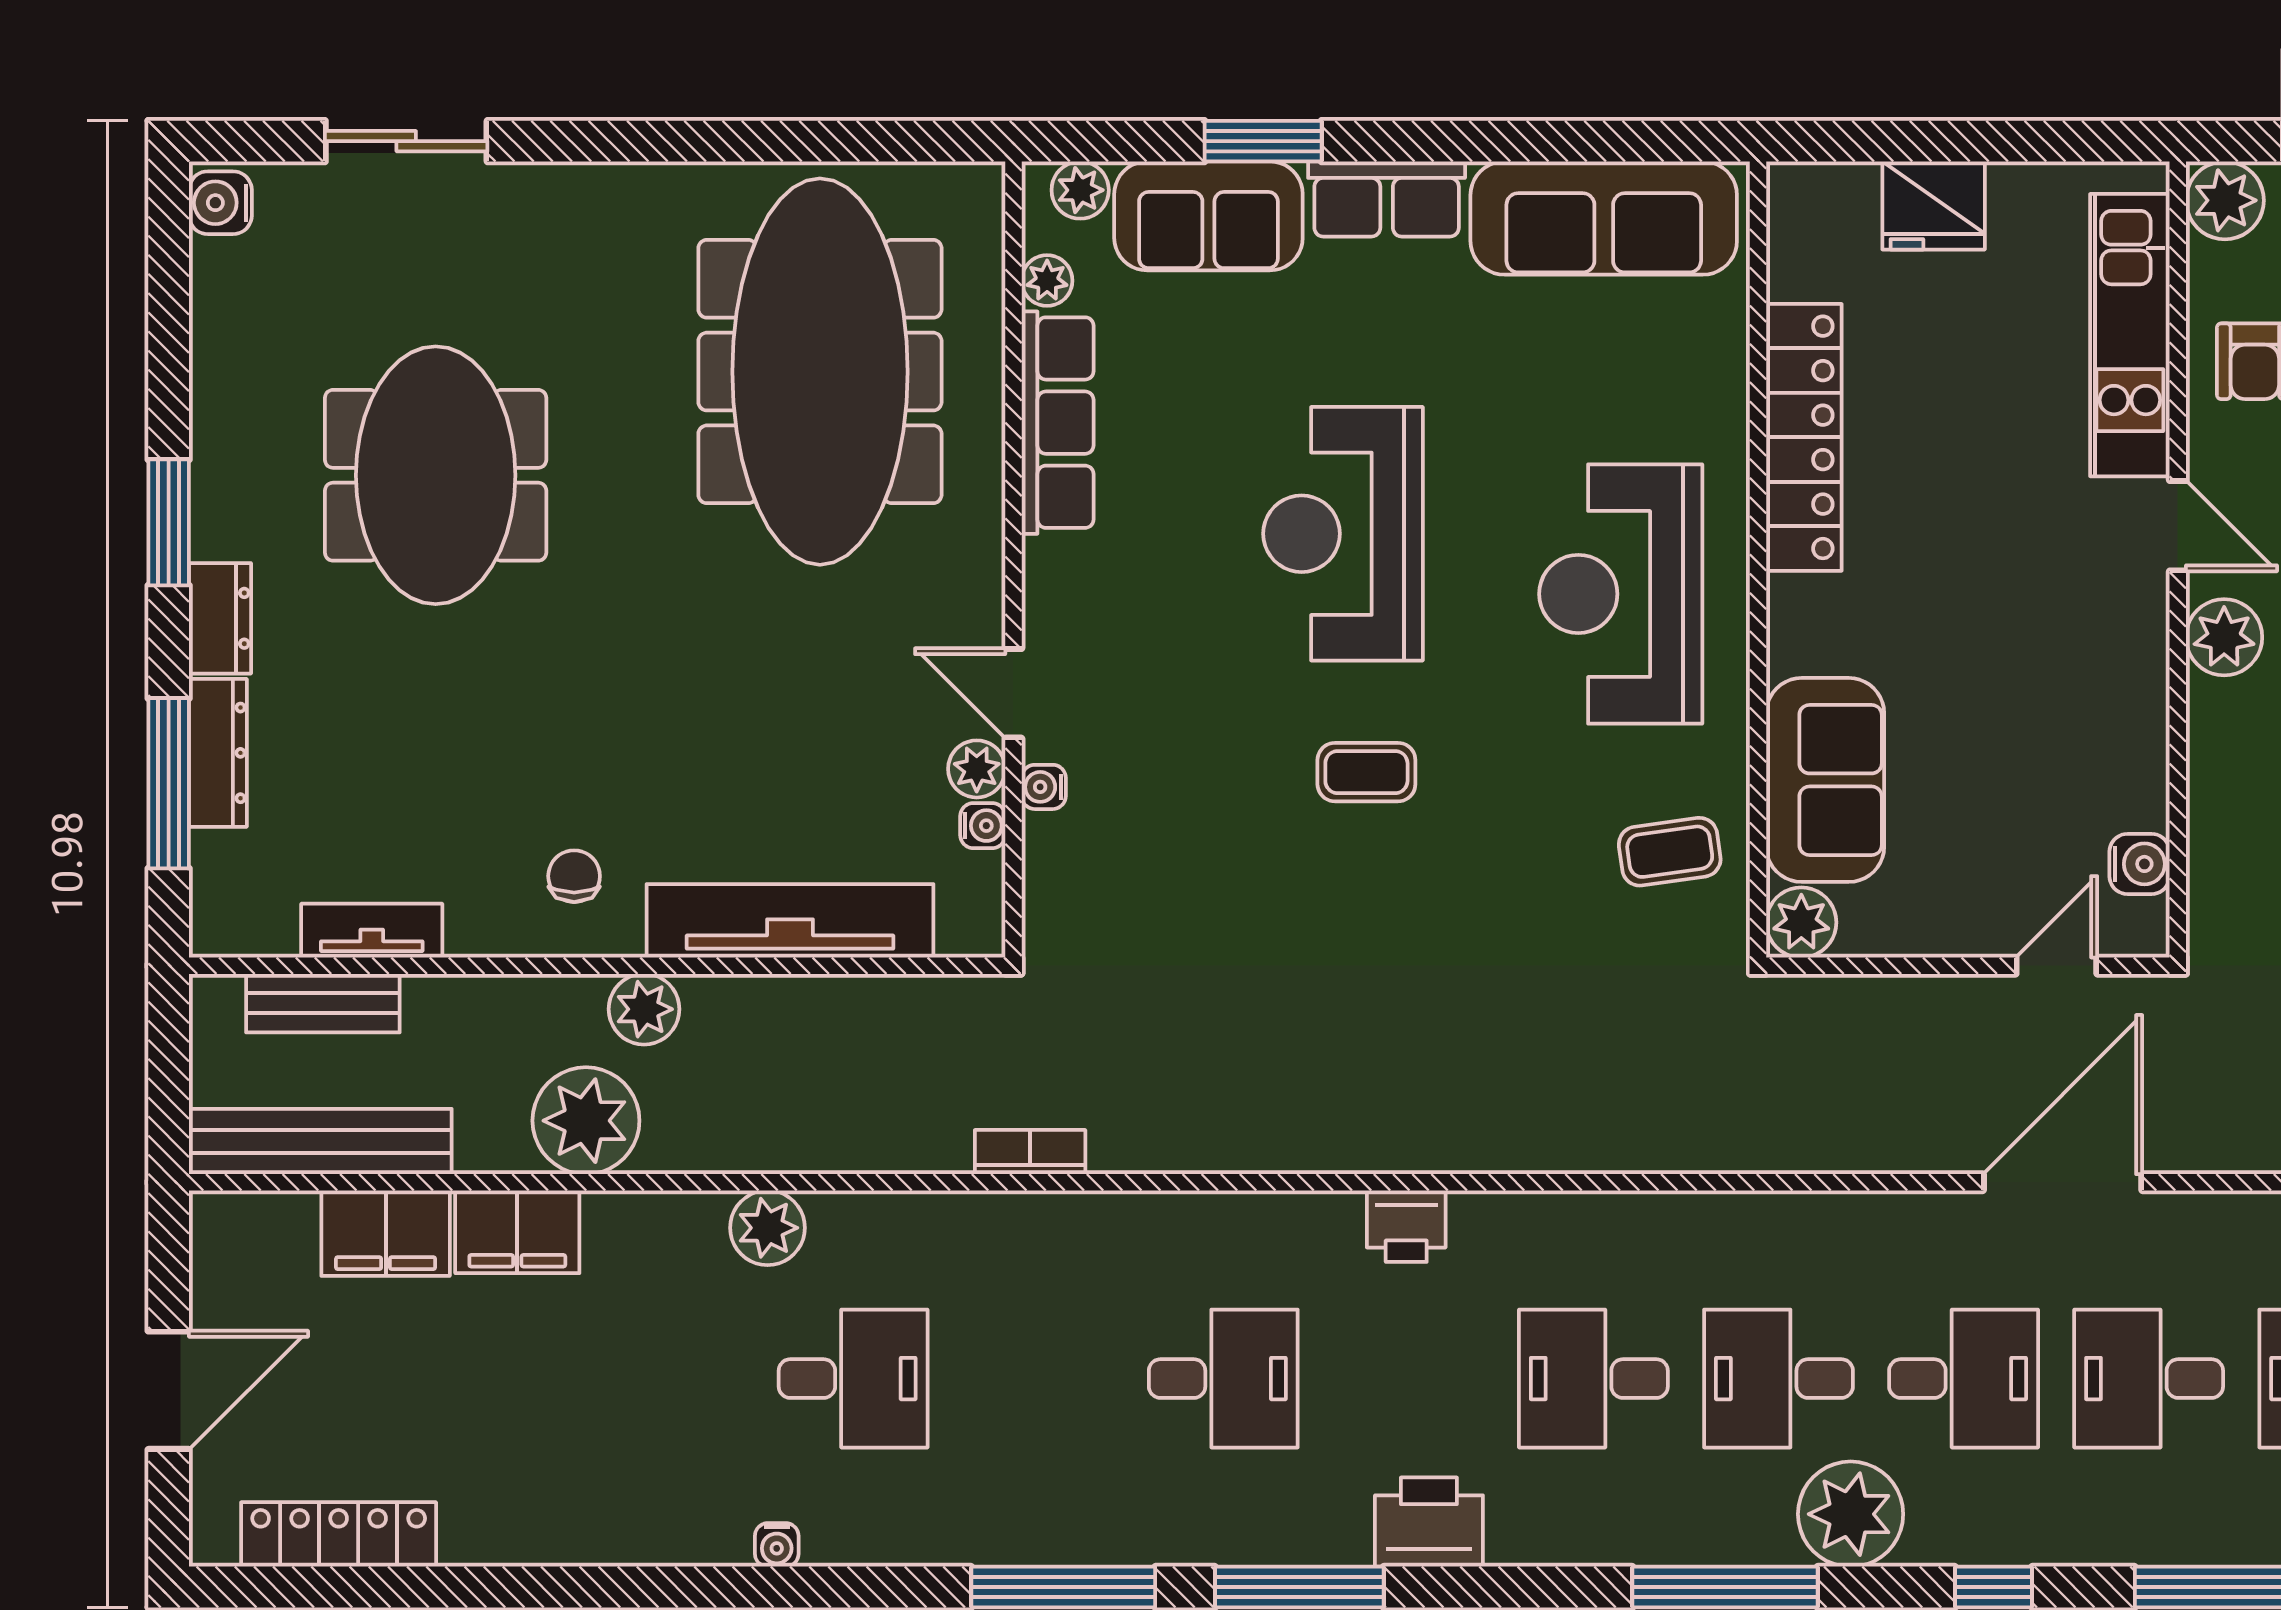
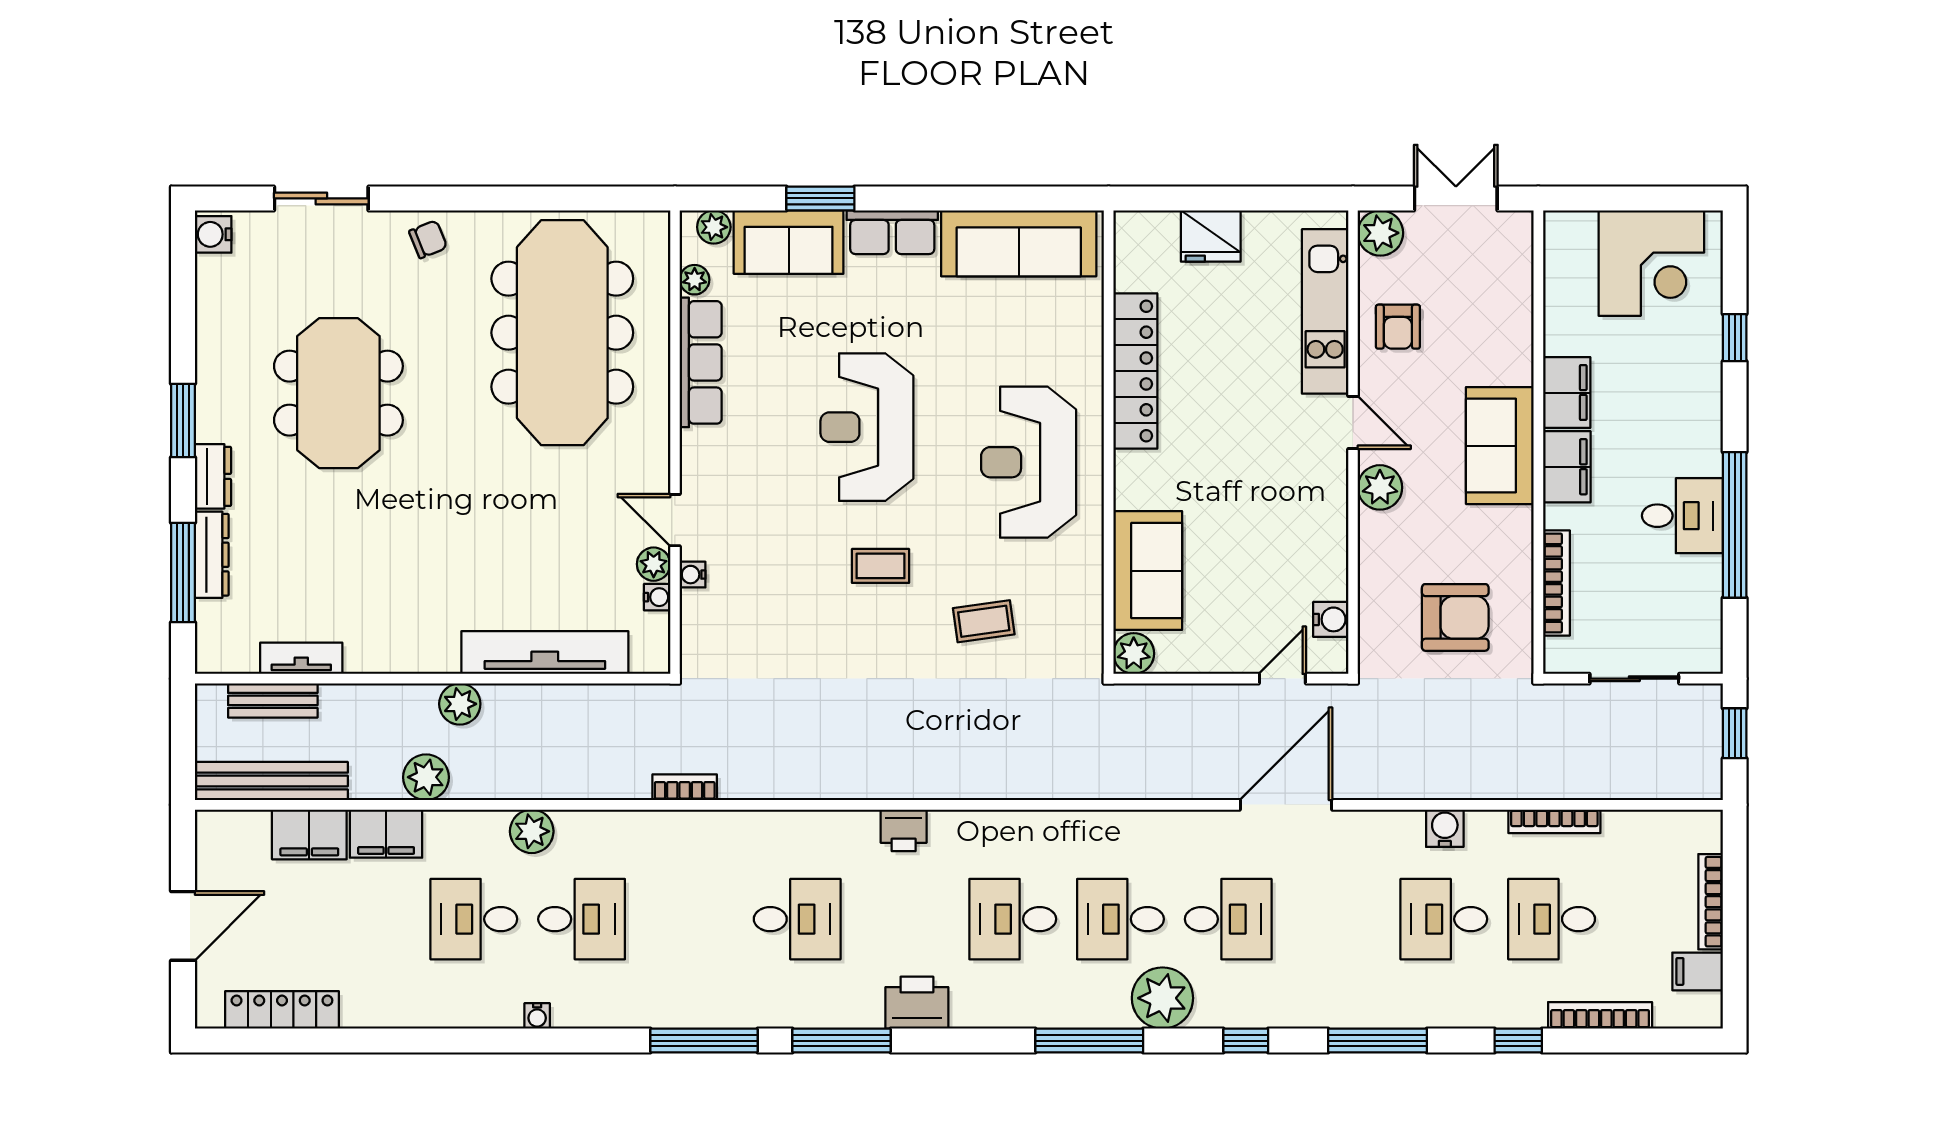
coffee table: (1670, 852) -> (984, 621), moved
chair: (574, 876) -> (428, 239), moved, turned 68
plant: (586, 1121) -> (426, 777), width x0.73, depth x0.73
desk: (2149, 1379) -> (474, 919), moved

